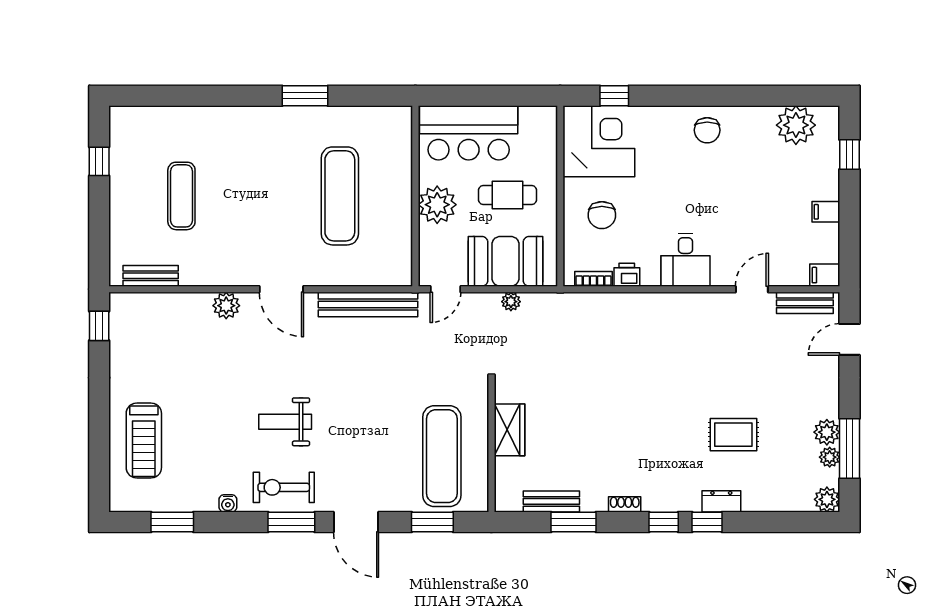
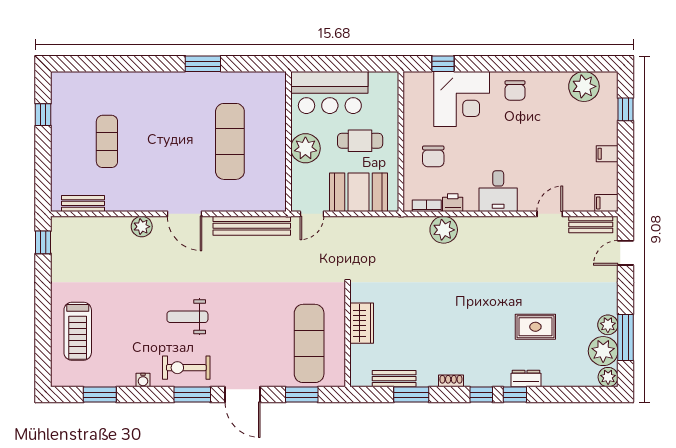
corner desk: (599, 141) -> (462, 99), moved, turned 90
plant: (511, 302) -> (444, 230), moved, width x1.88, depth x1.88
plant: (830, 457) -> (603, 351), width x1.87, depth x1.87

